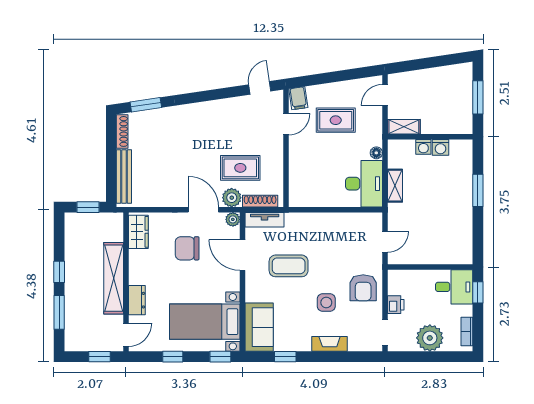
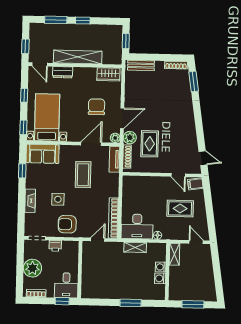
rug: (336, 120) -> (180, 209), turned 90
bench: (124, 176) -> (141, 65), width x0.73
bookcase: (352, 219) -> (113, 218), added
door: (385, 242) -> (98, 240), swing flipped

